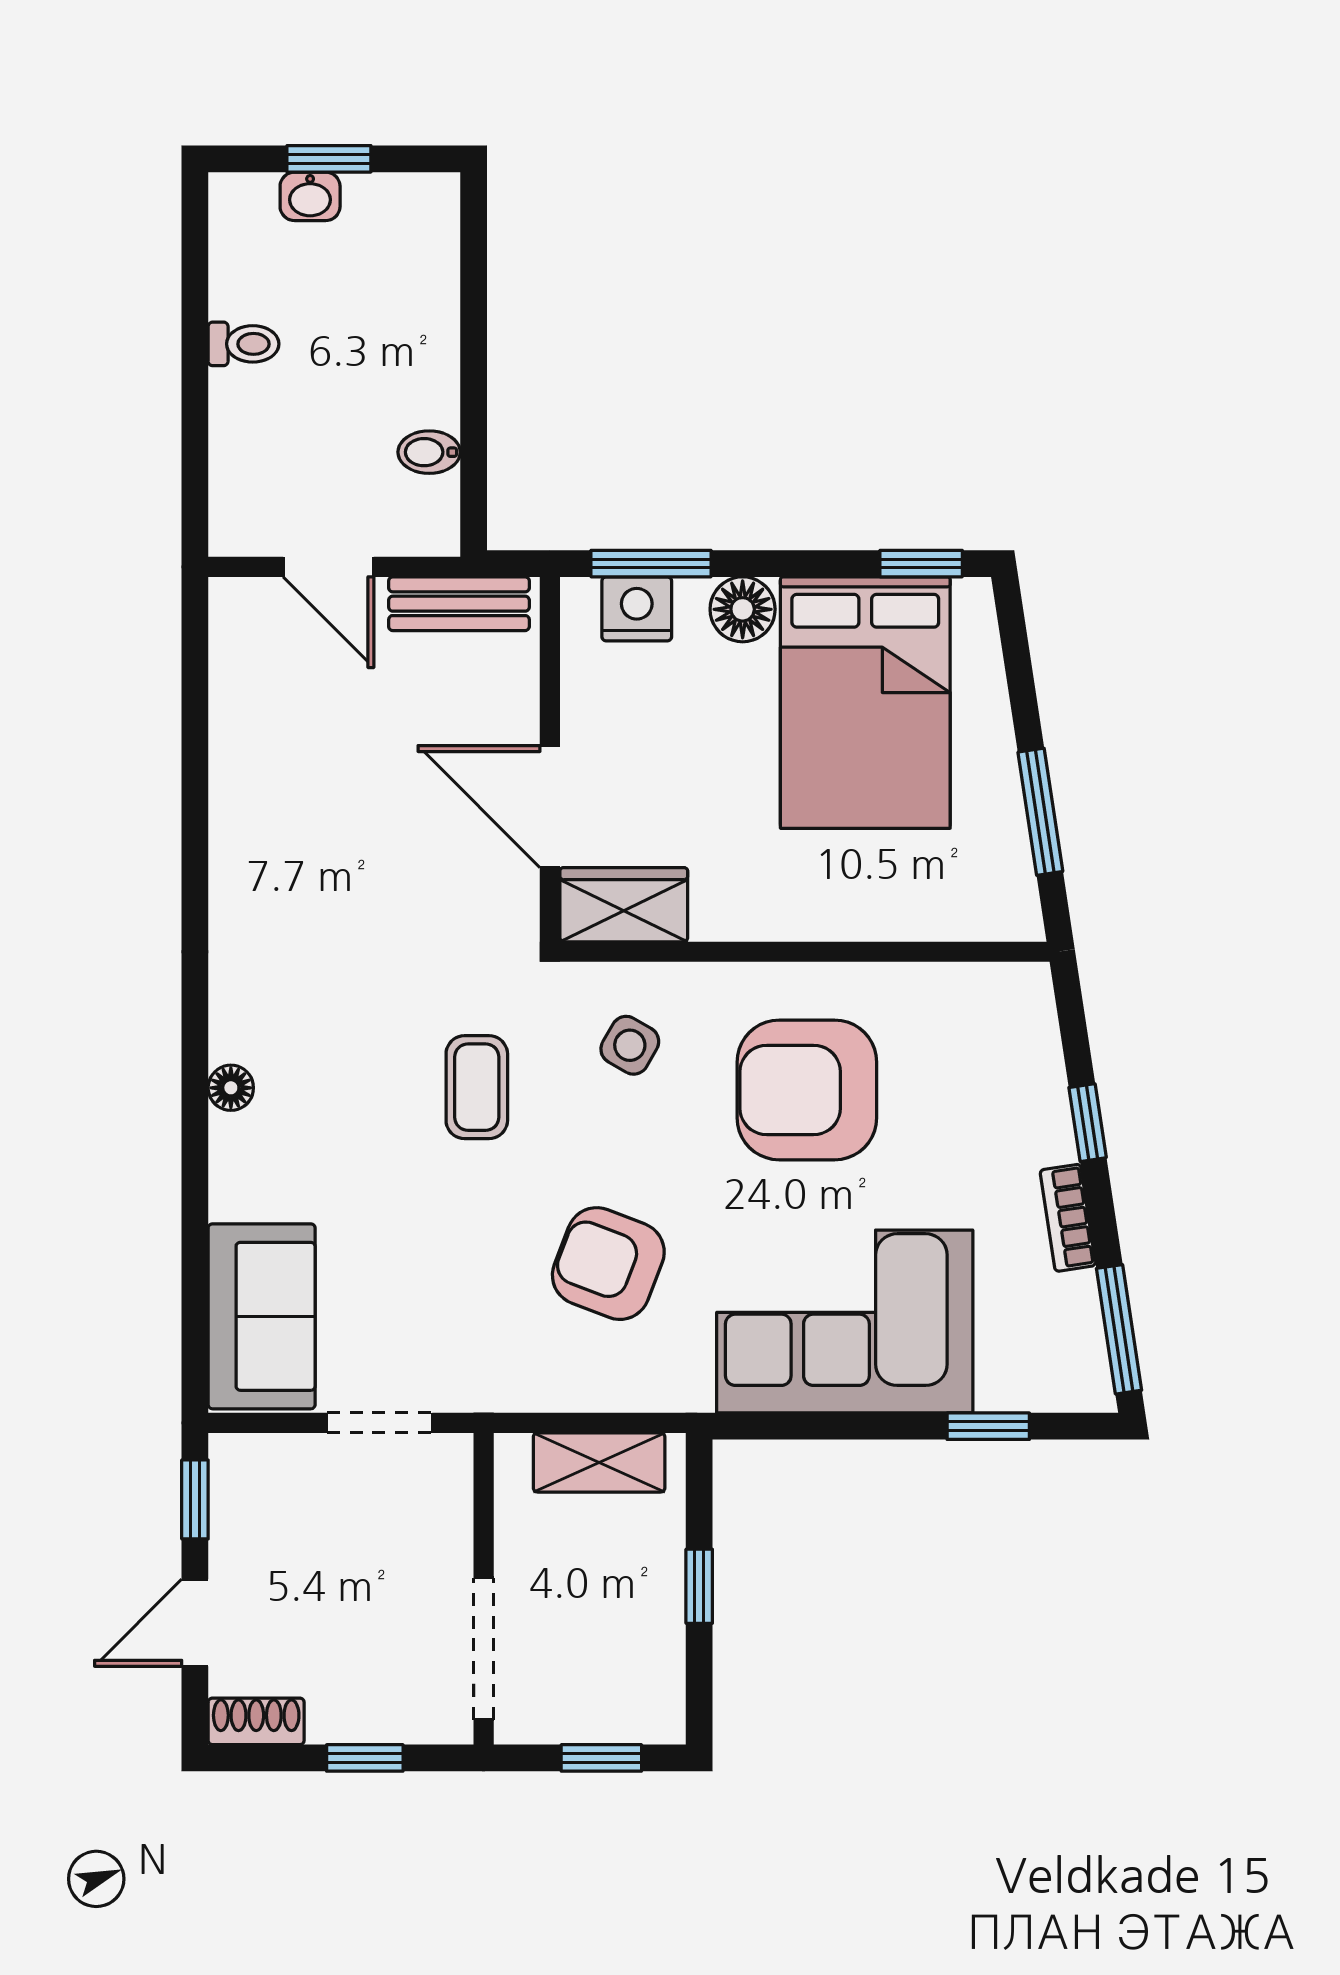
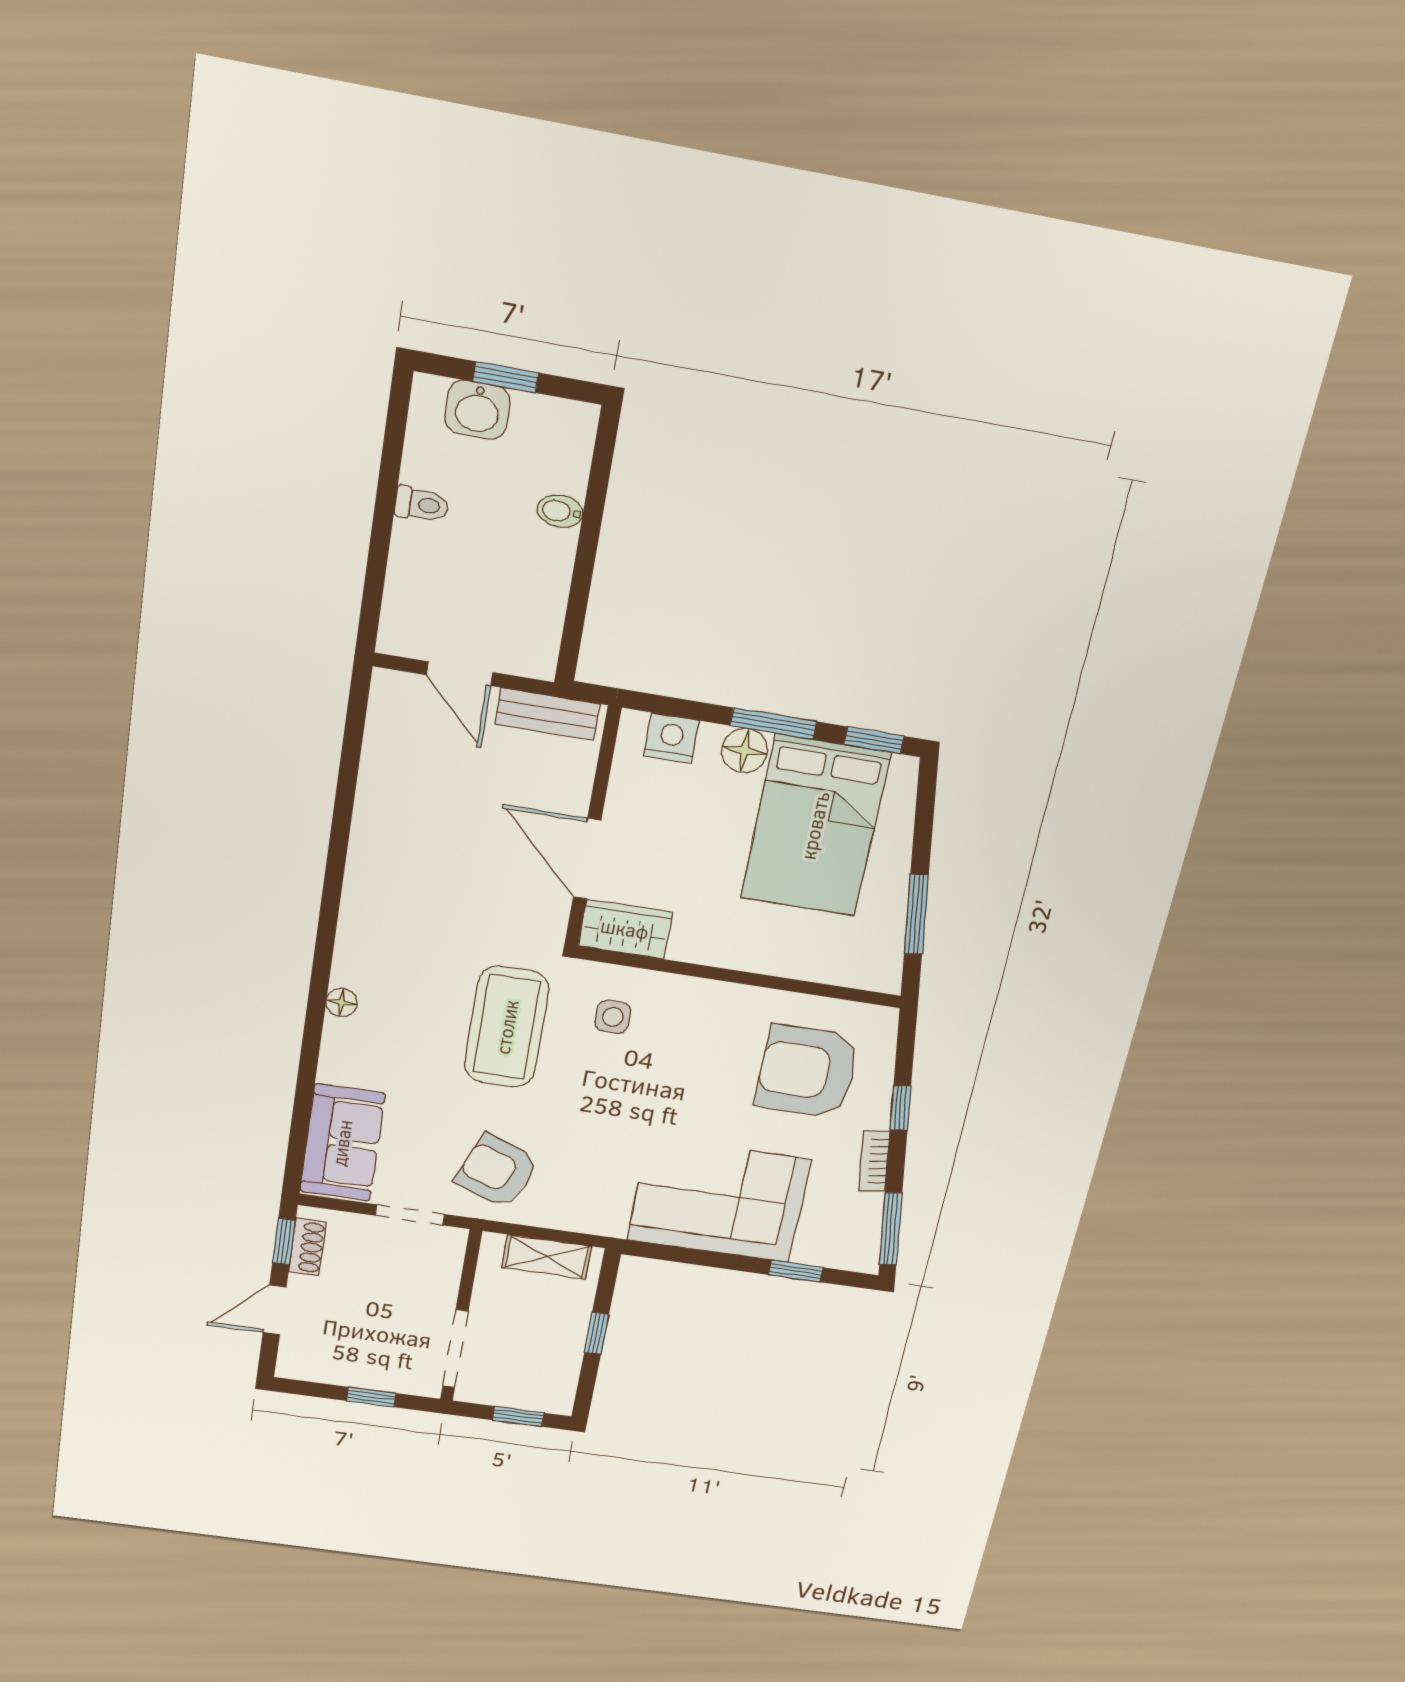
washbasin: (310, 196) -> (477, 410), width x1.38, depth x1.45
bidet: (429, 452) -> (560, 511), moved
window: (651, 564) -> (773, 723), moved
side table: (630, 1045) -> (613, 1017), turned -30
coffee table: (477, 1087) -> (507, 1027), width x1.86, depth x1.72
armchair: (807, 1090) -> (807, 1072), moved
armchair: (608, 1264) -> (497, 1171), moved
shoe rack: (256, 1721) -> (307, 1247), moved, turned 90

